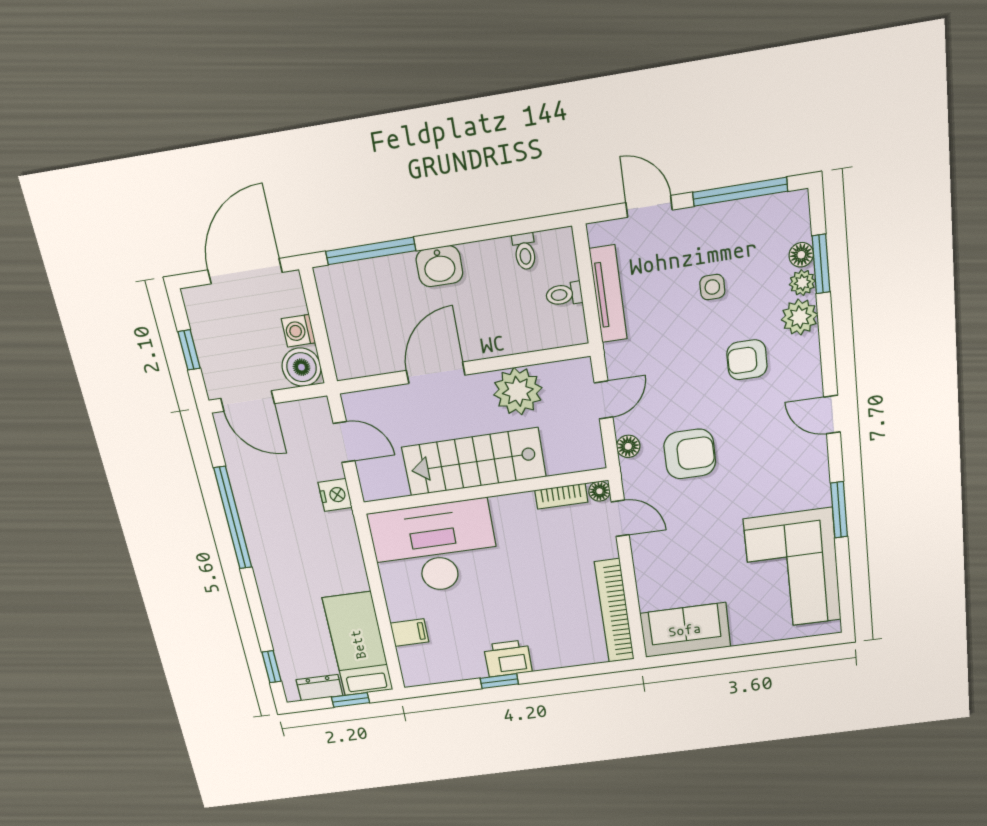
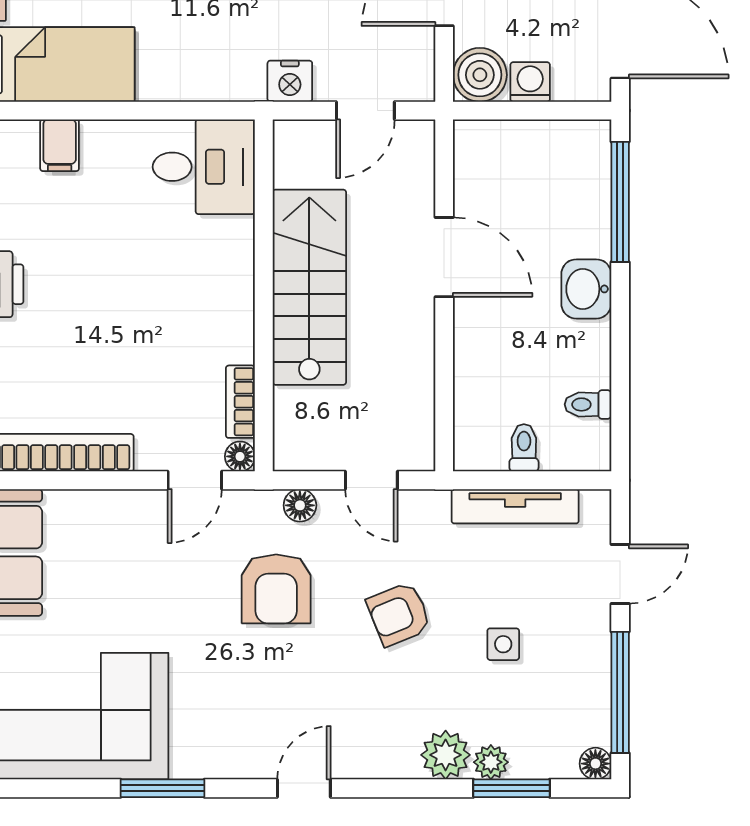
floor lamp: (801, 255) -> (595, 764), moved
armchair: (747, 360) -> (399, 614), moved, turned -112
plant: (518, 391) -> (401, 365), removed
desk: (435, 548) -> (204, 167), width x0.53, depth x0.77

